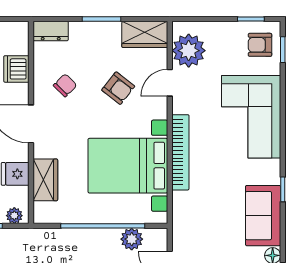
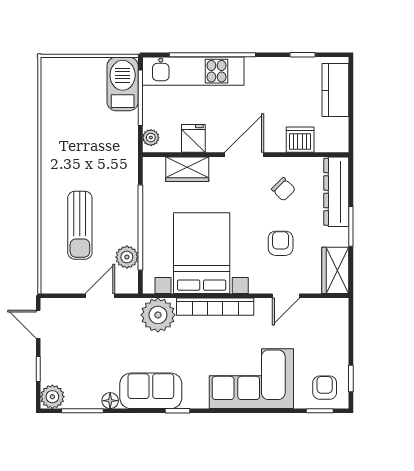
dresser: (51, 31) -> (336, 192), width x1.96, depth x1.24
plant: (189, 51) -> (158, 315), moved
door: (170, 83) -> (286, 296), swing flipped
armchair: (118, 88) -> (281, 243), turned 142

